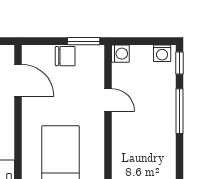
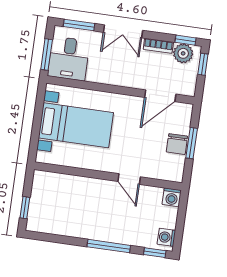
window: (84, 41) -> (192, 143), moved
door: (108, 100) -> (129, 179), hinge flipped

